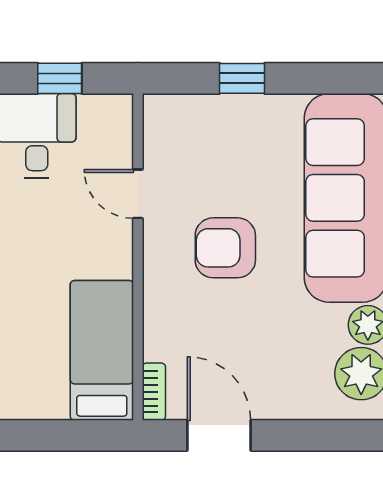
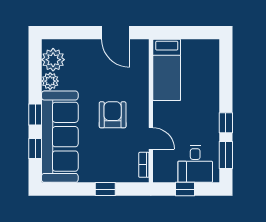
armchair: (225, 248) -> (113, 115), turned -90
bookcase: (154, 392) -> (144, 165), moved

